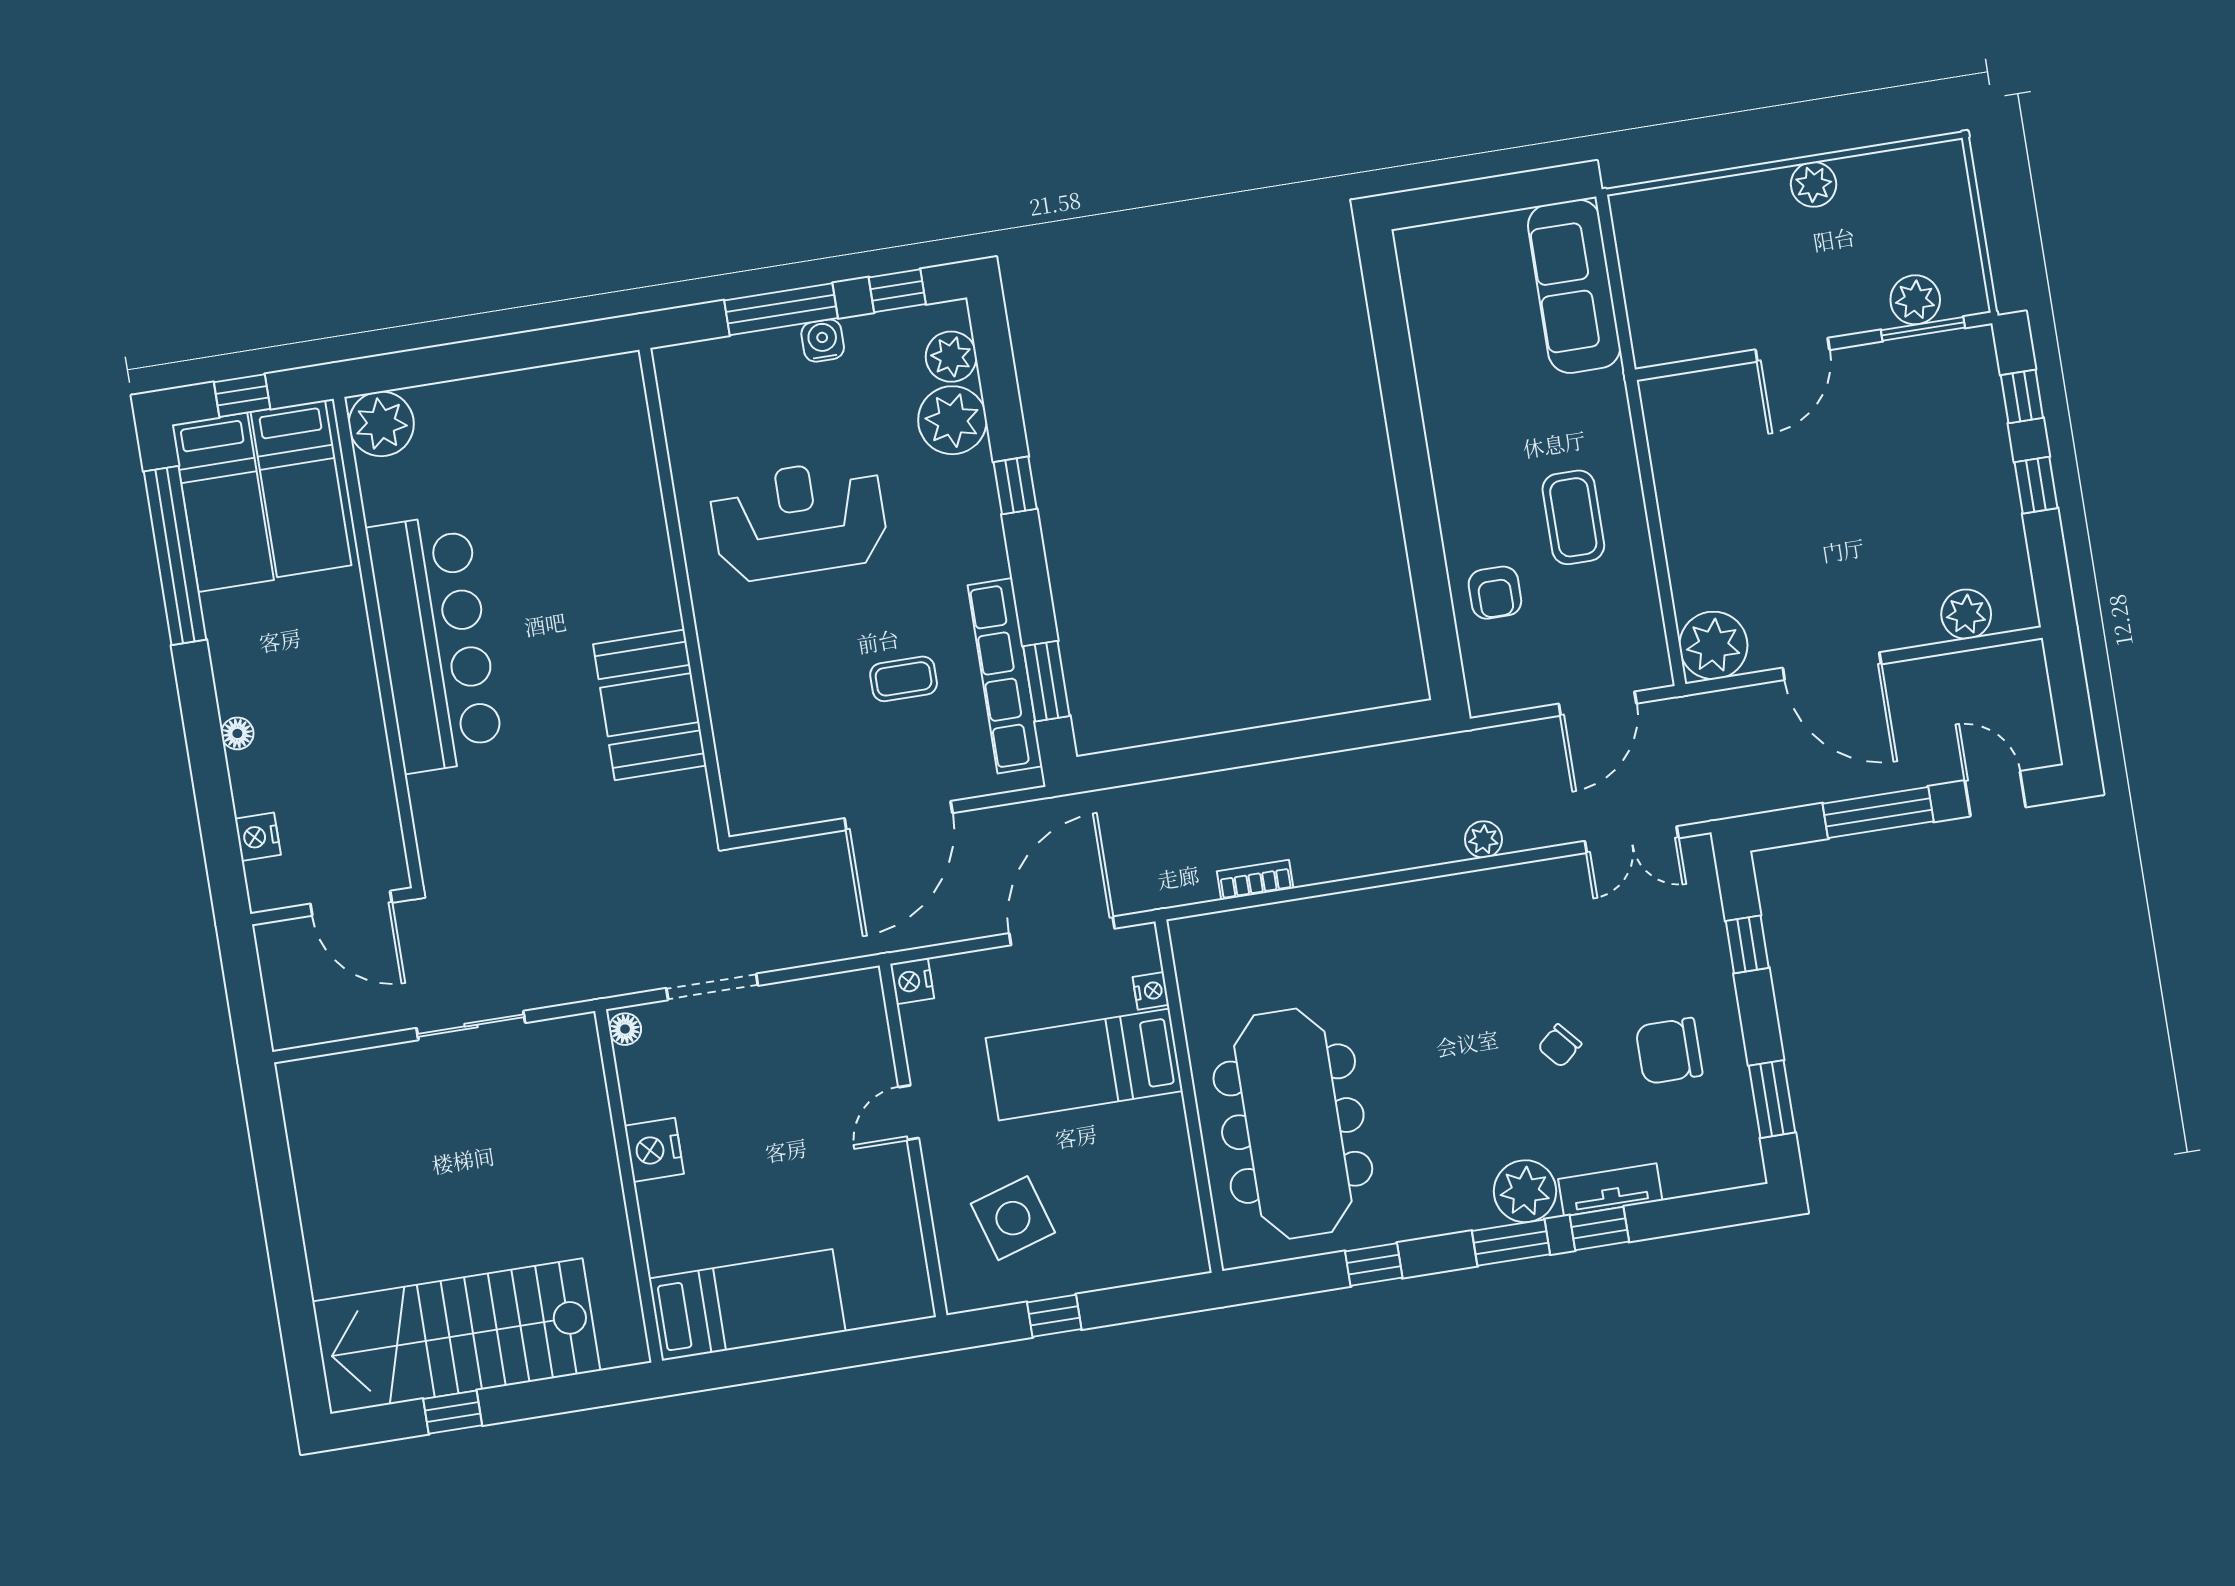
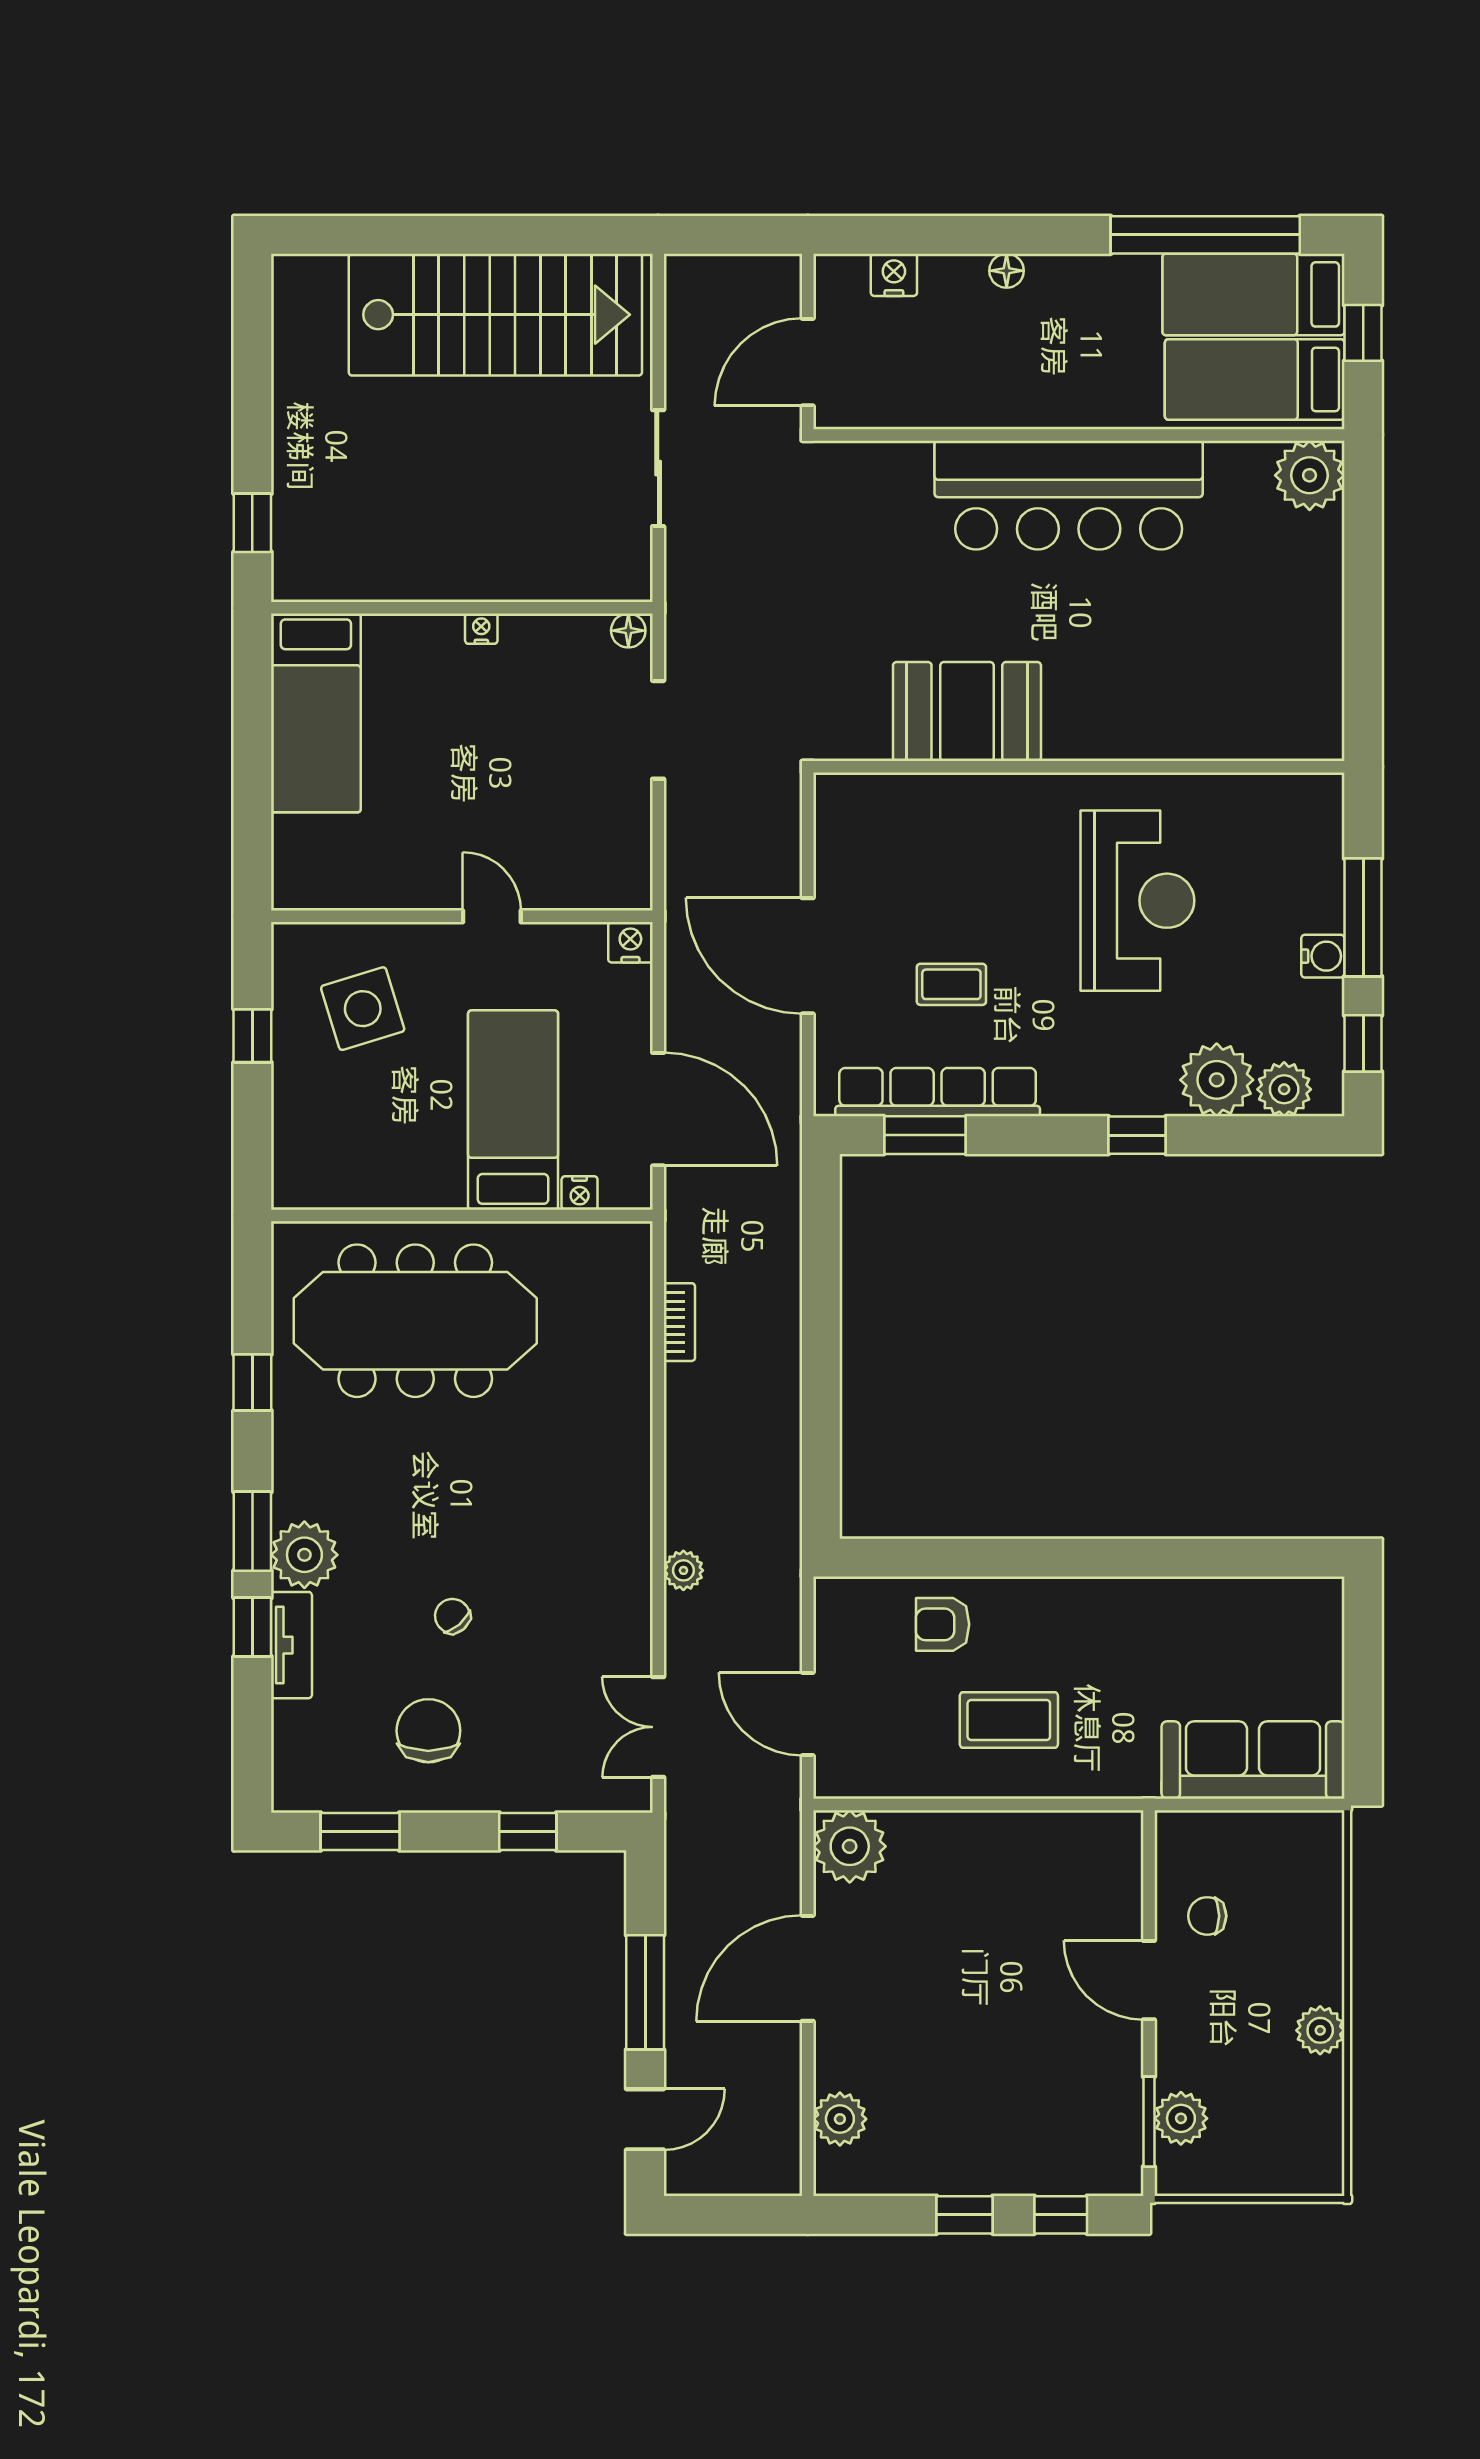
chair: (1725, 305) -> (1207, 1916), added
coffee table: (904, 679) -> (951, 984), turned 90
nightstand: (654, 1150) -> (481, 629), width x0.53, depth x0.56
stairs: (456, 1336) -> (495, 315), moved, turned 90
window: (453, 1412) -> (252, 523), moved

